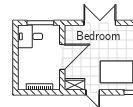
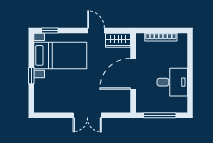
double door: (100, 23) -> (87, 115), width x0.73
desk: (30, 36) -> (172, 82), moved

